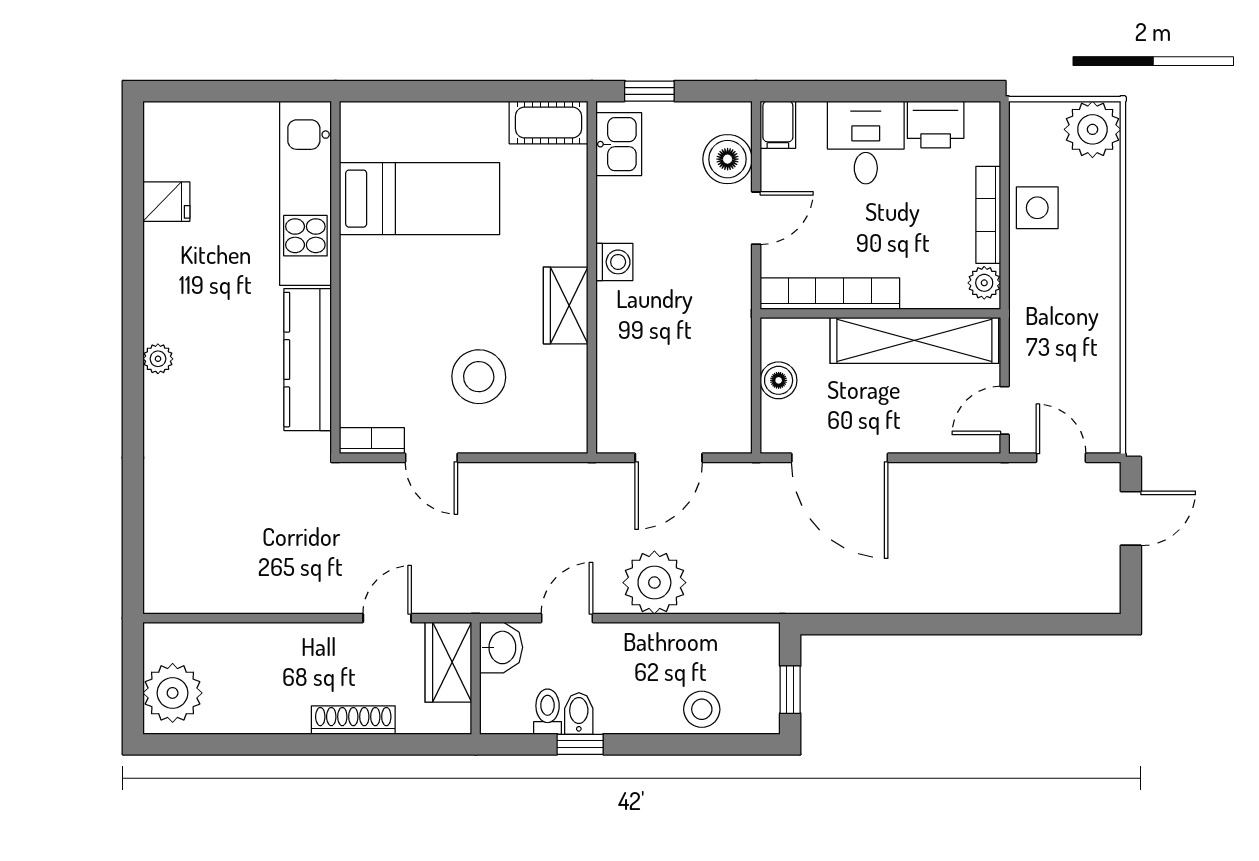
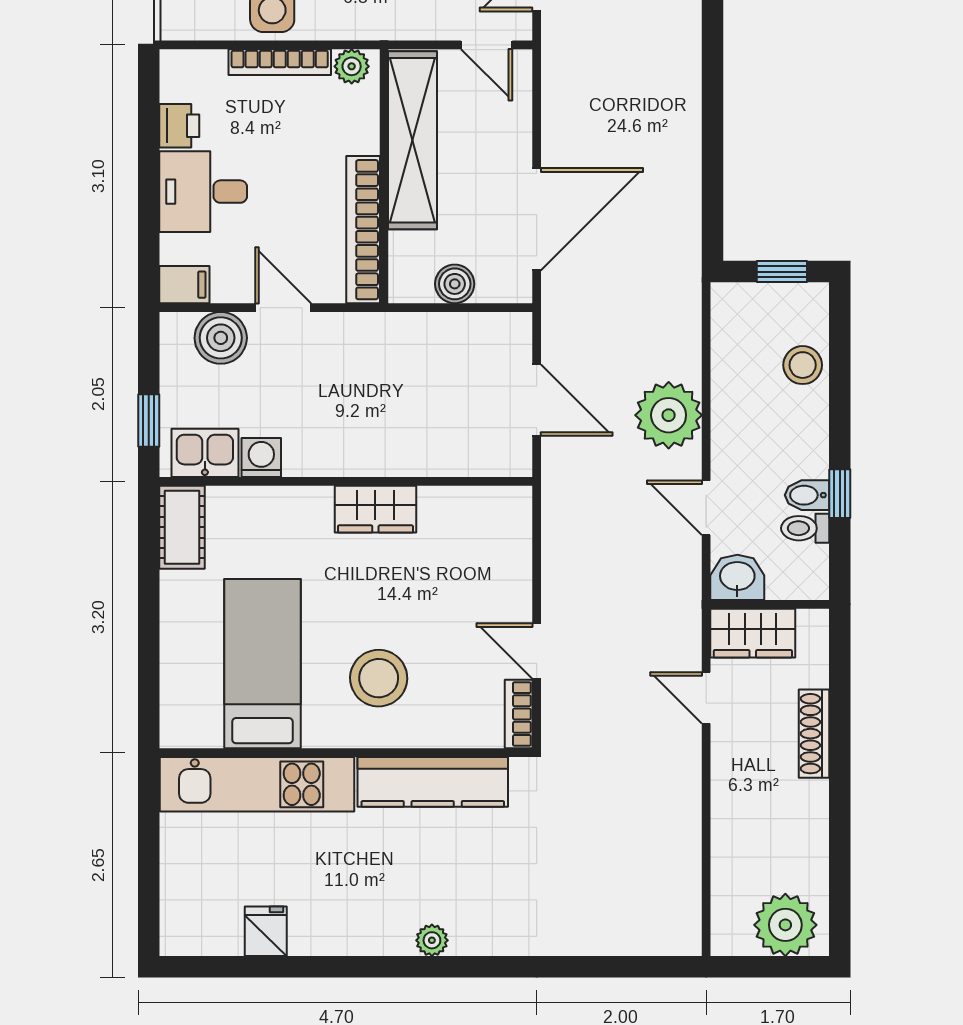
printer: (936, 124) -> (179, 126), width x0.73, depth x0.81
washing machine: (614, 262) -> (261, 458), moved
stool: (479, 377) -> (379, 678), moved
door: (431, 458) -> (537, 651), swing flipped

